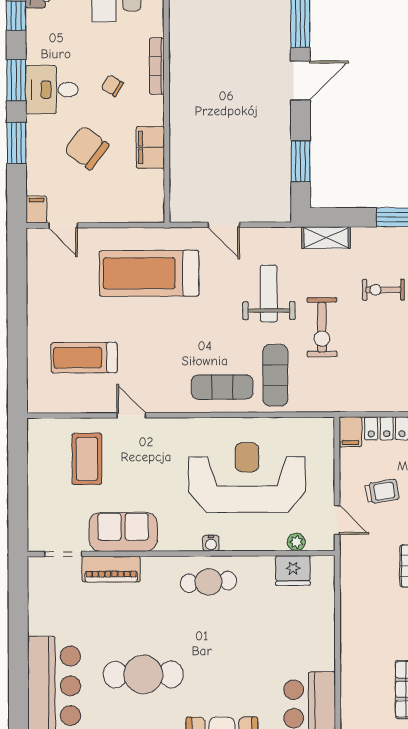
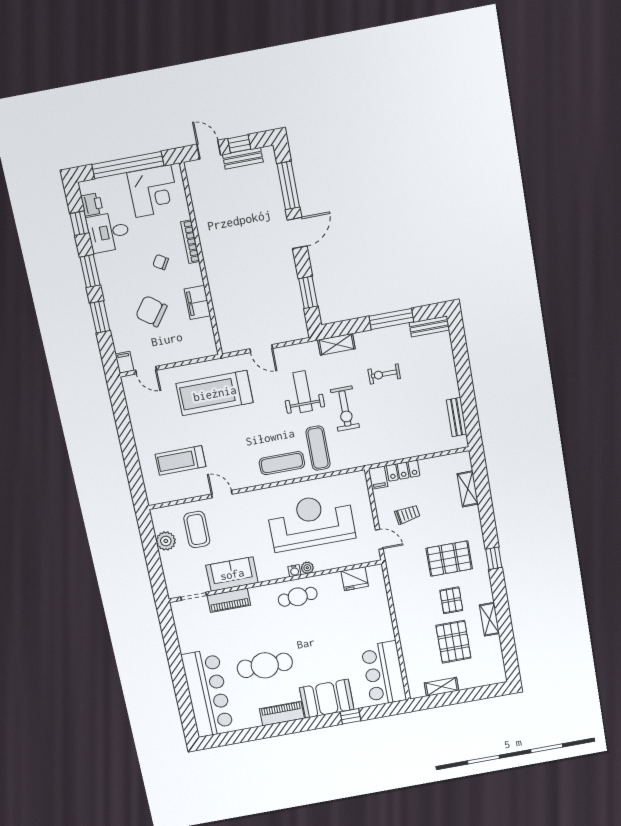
desk: (52, 90) -> (108, 232), moved
plant: (41, 467) -> (166, 541), added
plant: (296, 542) -> (307, 568), moved

